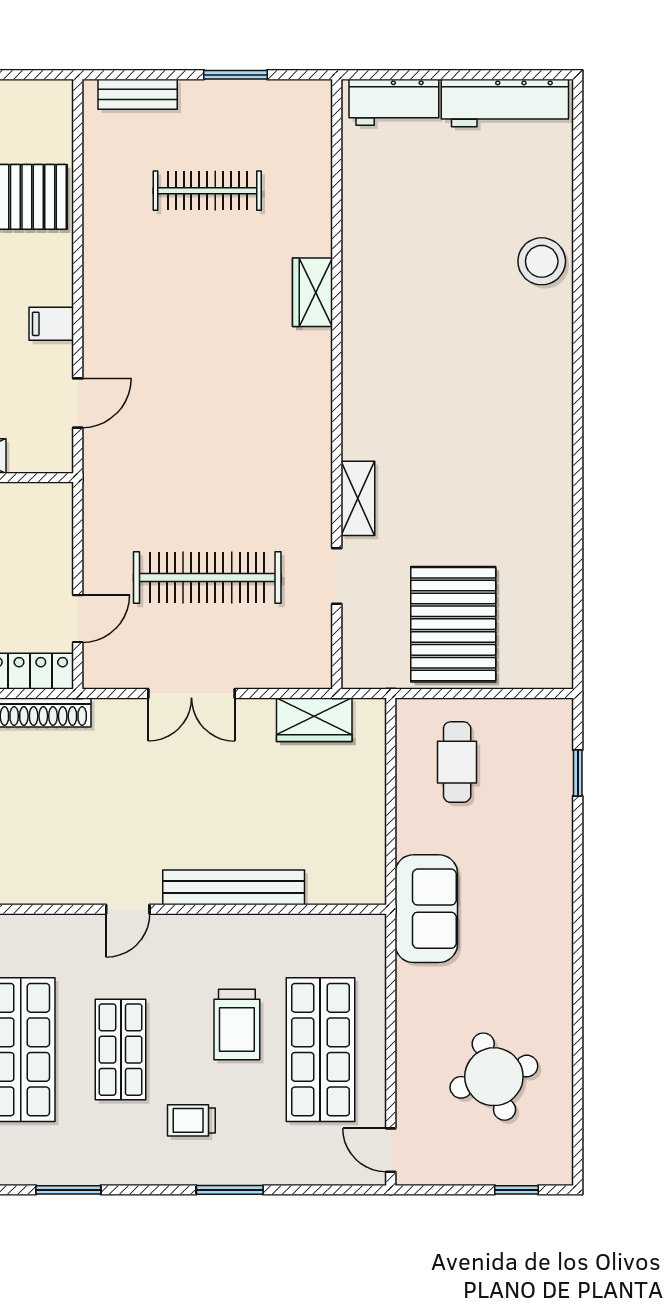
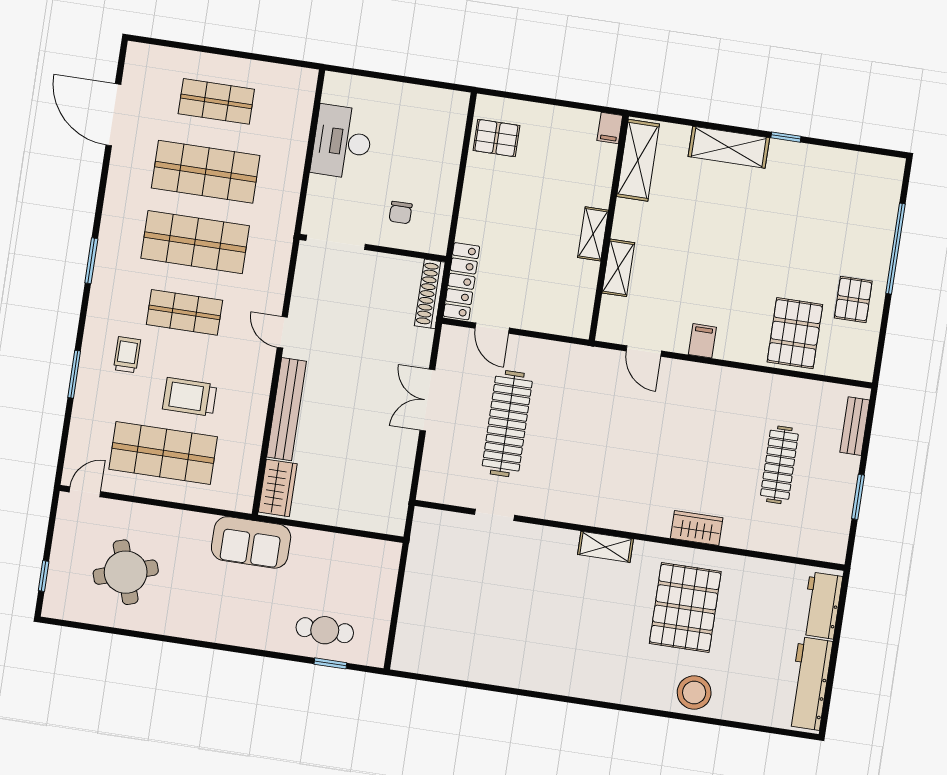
shelving: (358, 498) -> (606, 547), moved
pallet: (453, 624) -> (685, 608), moved, turned 90
wardrobe: (314, 720) -> (278, 488), moved, turned 180
cafe table: (457, 762) -> (325, 630), moved

